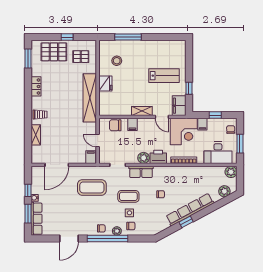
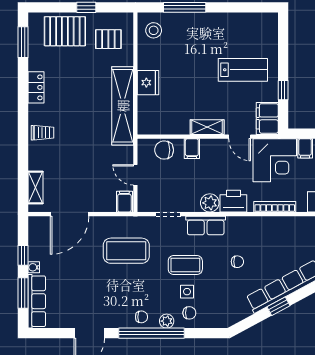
stool: (117, 61) -> (154, 30), moved
shelving: (36, 135) -> (35, 187), moved

